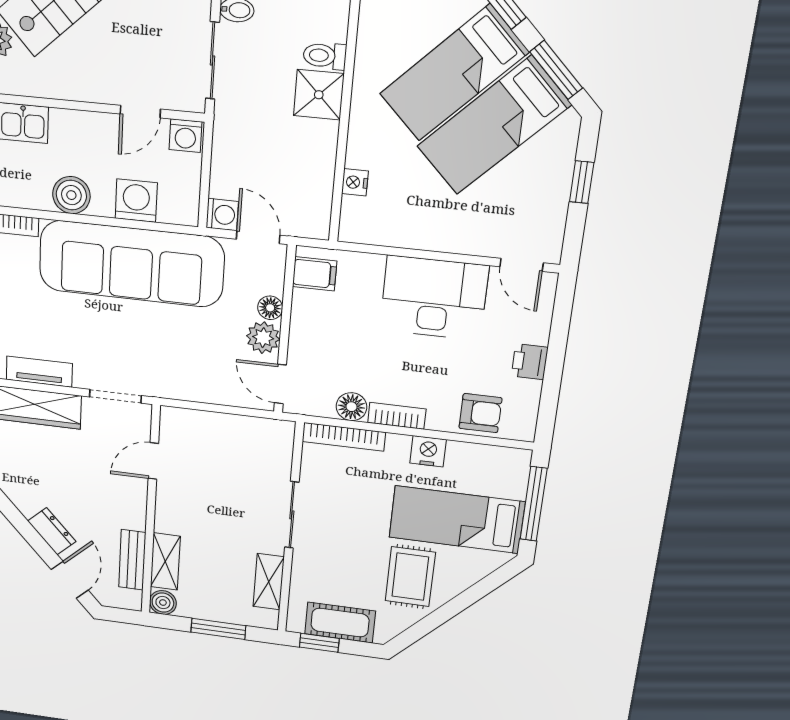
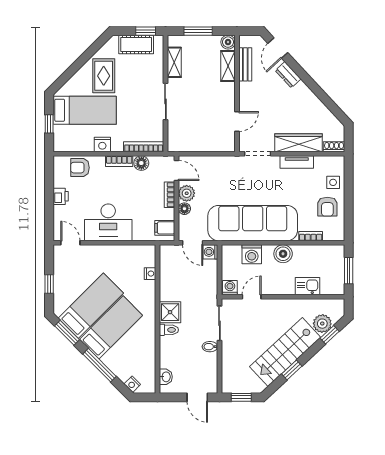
bookcase: (299, 339) -> (169, 195), added
window: (534, 504) -> (49, 124), width x0.46

